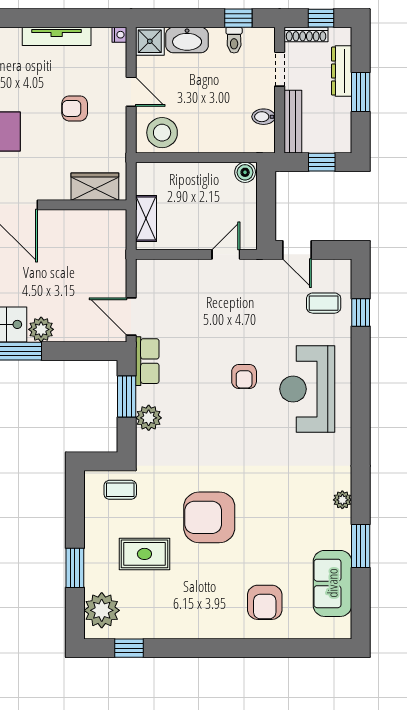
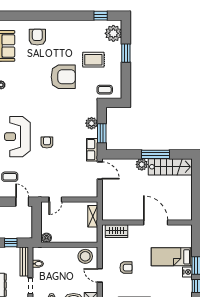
reception desk: (307, 389) -> (17, 137), turned 180

